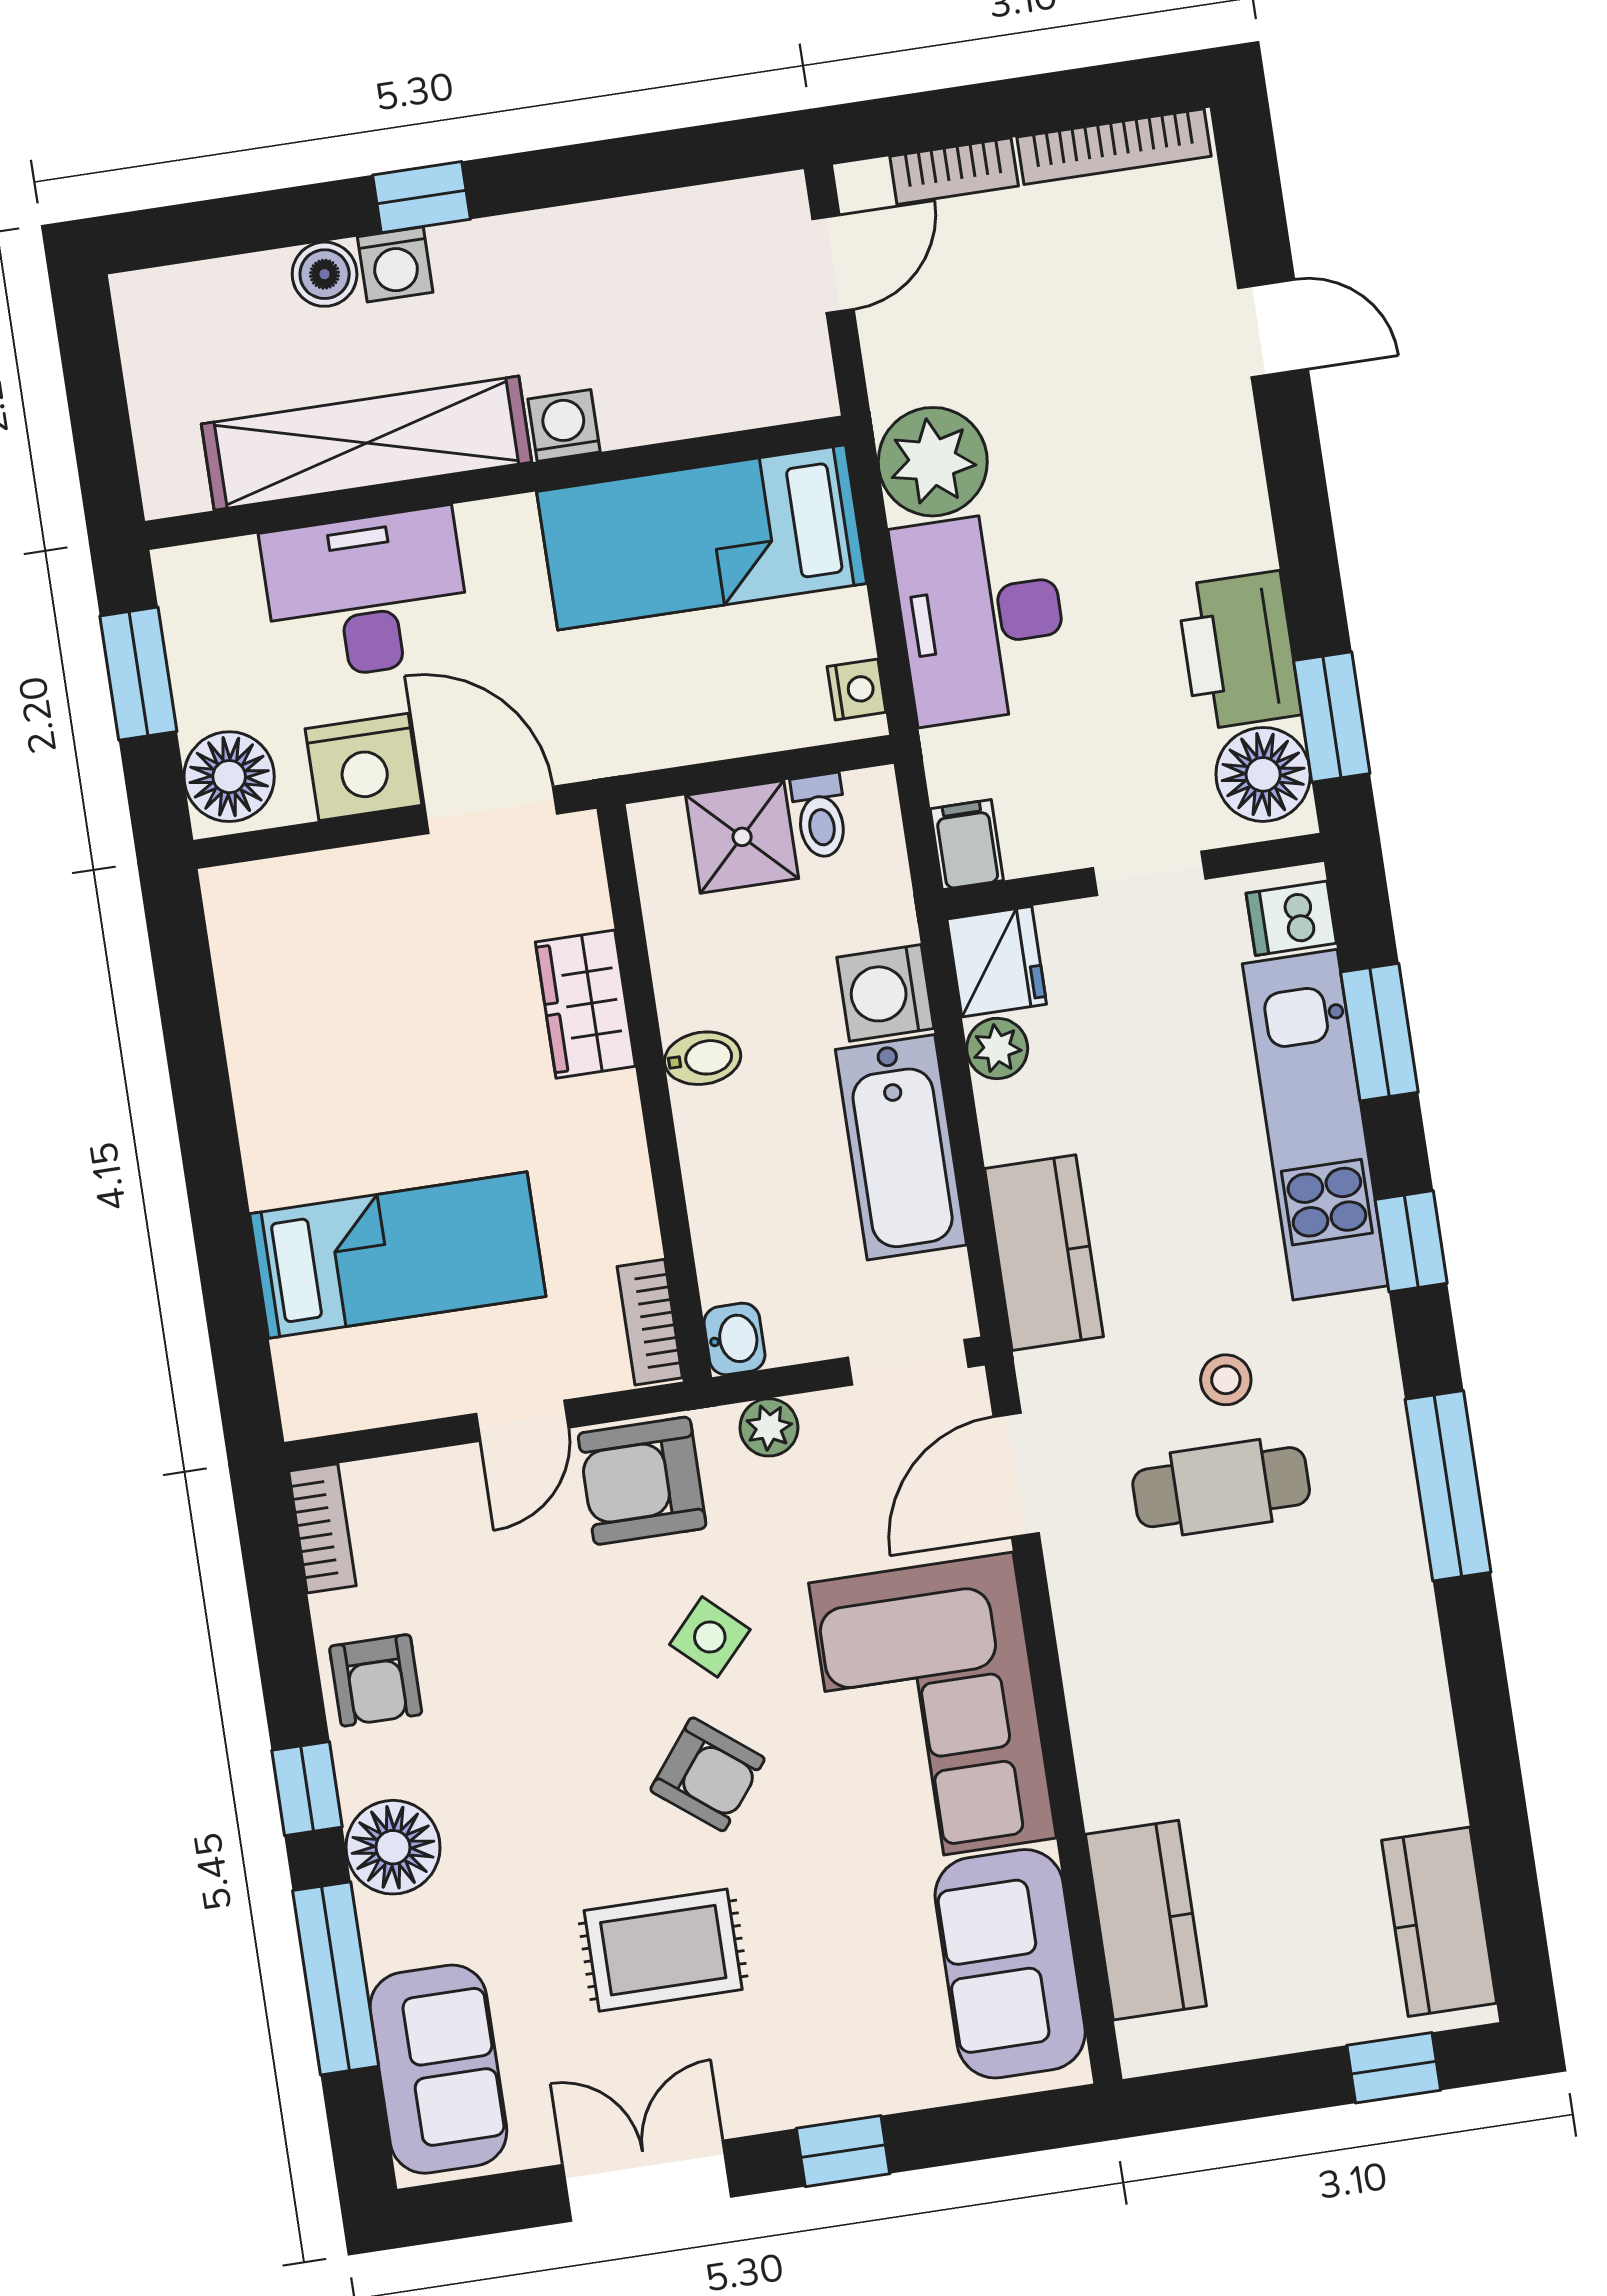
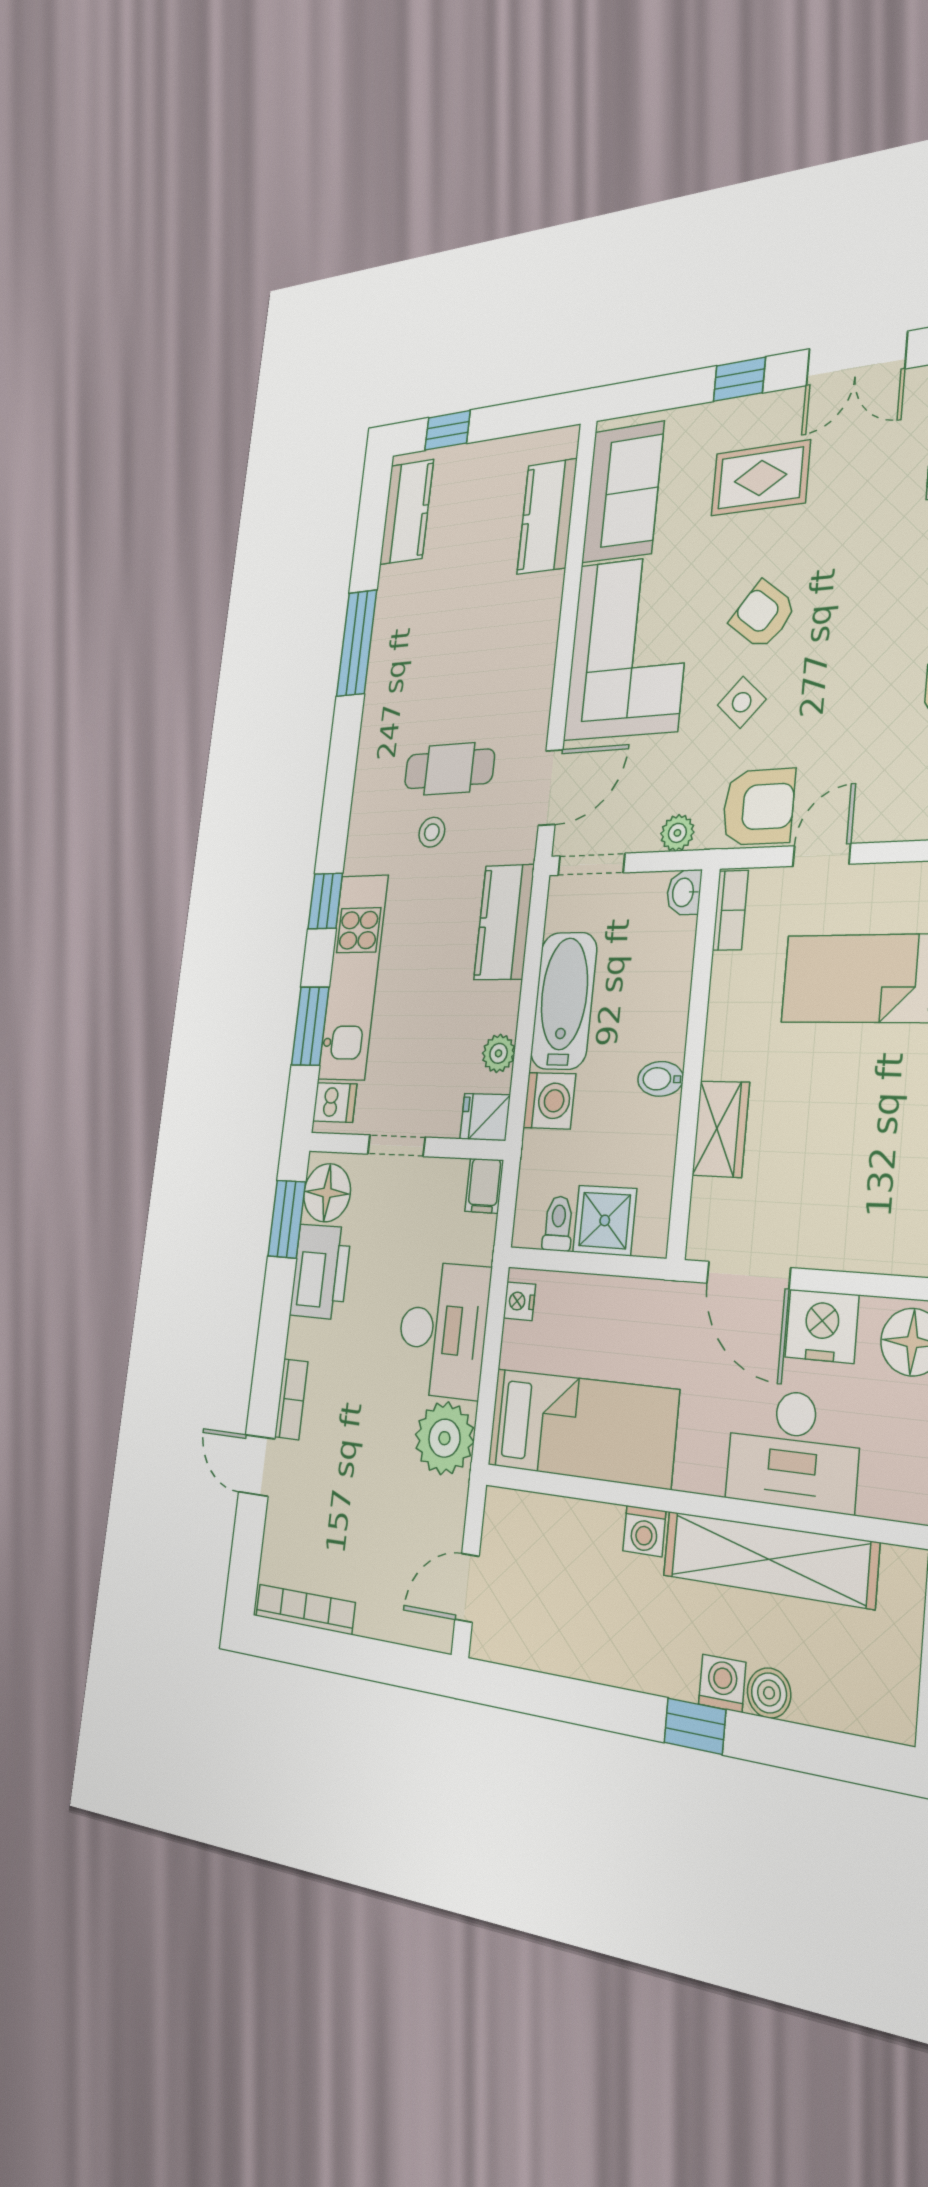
bookcase: (954, 171) -> (291, 1399), moved, turned 90
fridge: (997, 962) -> (485, 1117), width x0.72
window: (1448, 1486) -> (357, 643), moved
rug: (663, 1950) -> (760, 478), moved

